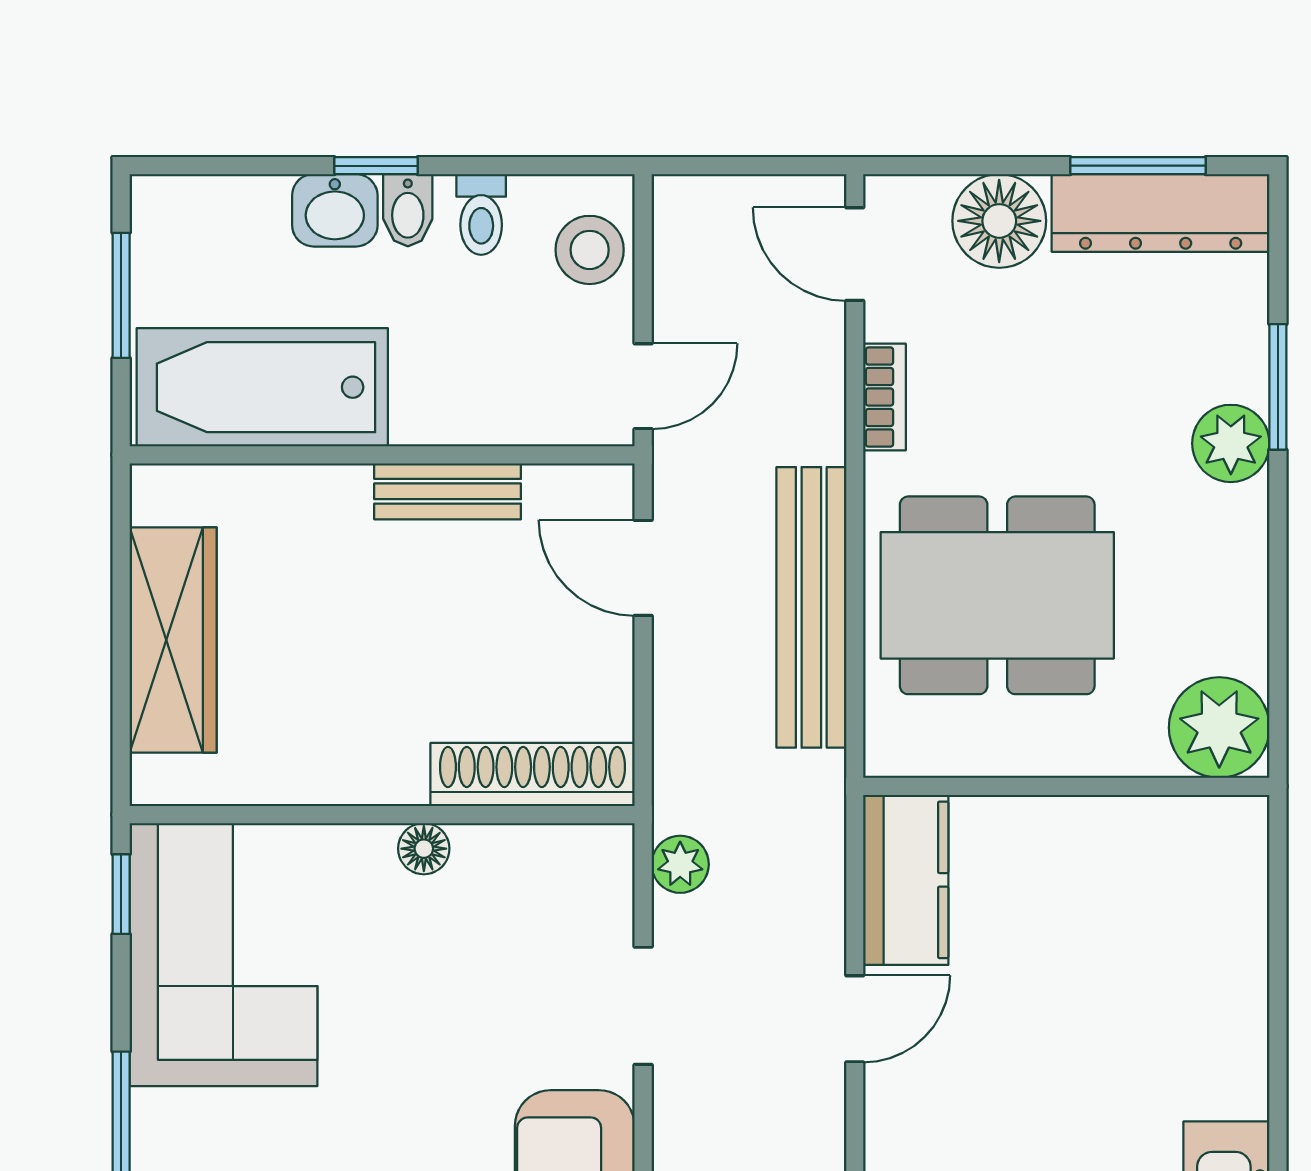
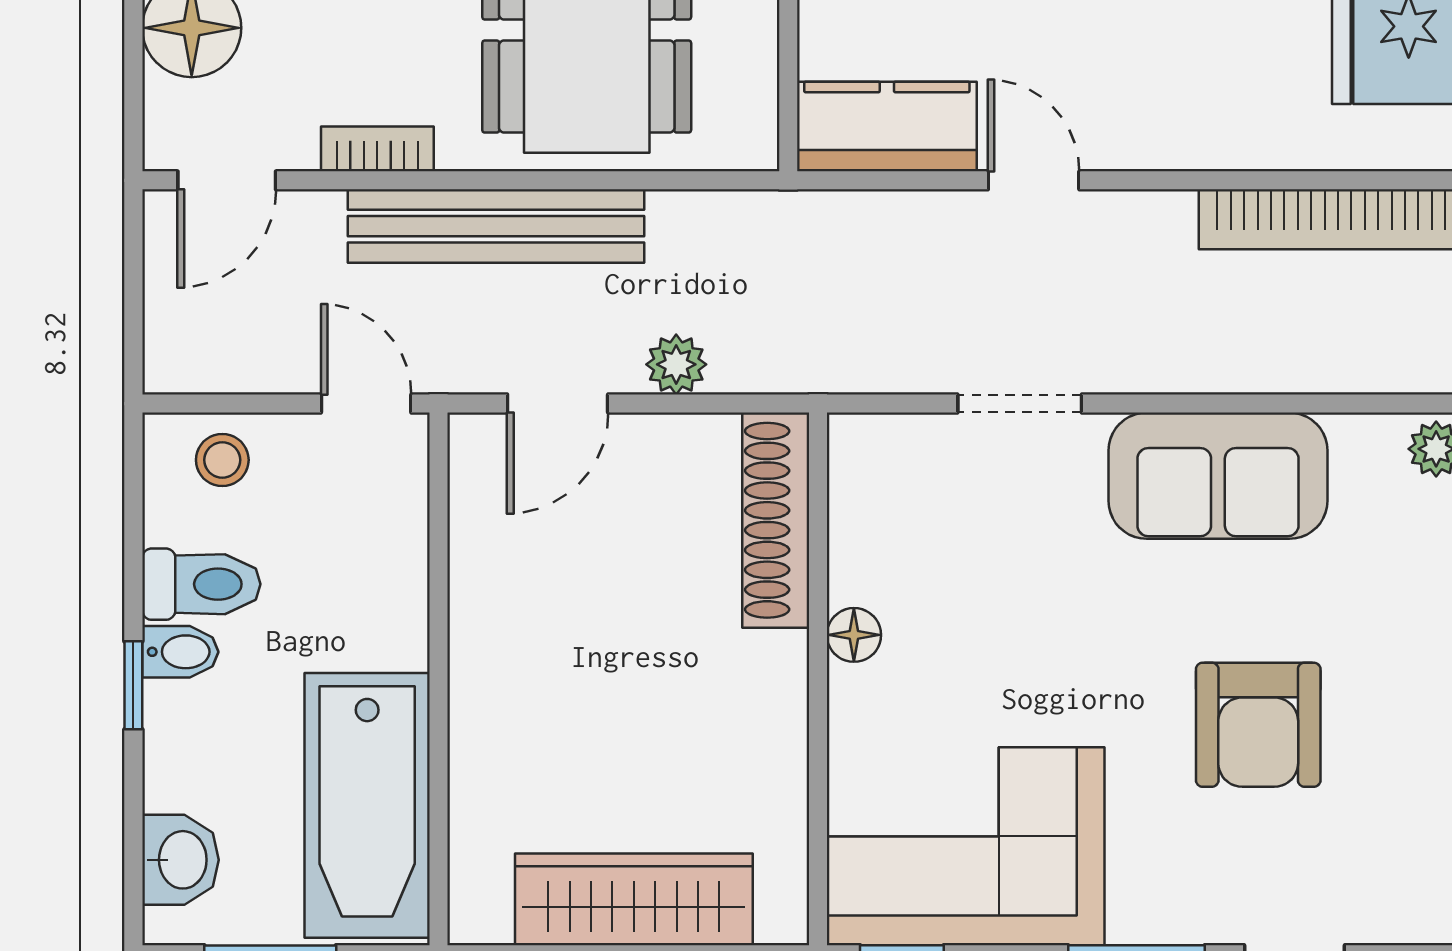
washbasin: (335, 210) -> (180, 860), moved
toilet: (481, 214) -> (201, 584), width x1.37, depth x1.39
stool: (590, 250) -> (222, 460), width x0.73, depth x0.73
bench: (448, 491) -> (477, 610), removed
bench: (811, 607) -> (496, 226), moved
plant: (680, 864) -> (676, 364), moved

